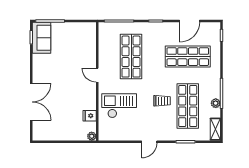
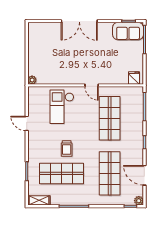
shop shelf: (131, 57) -> (110, 118), turned 90
door: (97, 75) -> (92, 85), swing flipped
double door: (31, 102) -> (79, 21), moved
plant: (216, 103) -> (139, 201), moved
checkout: (119, 106) -> (62, 107), turned 180
fridge: (90, 116) -> (134, 78), moved
door: (149, 142) -> (27, 123), moved

